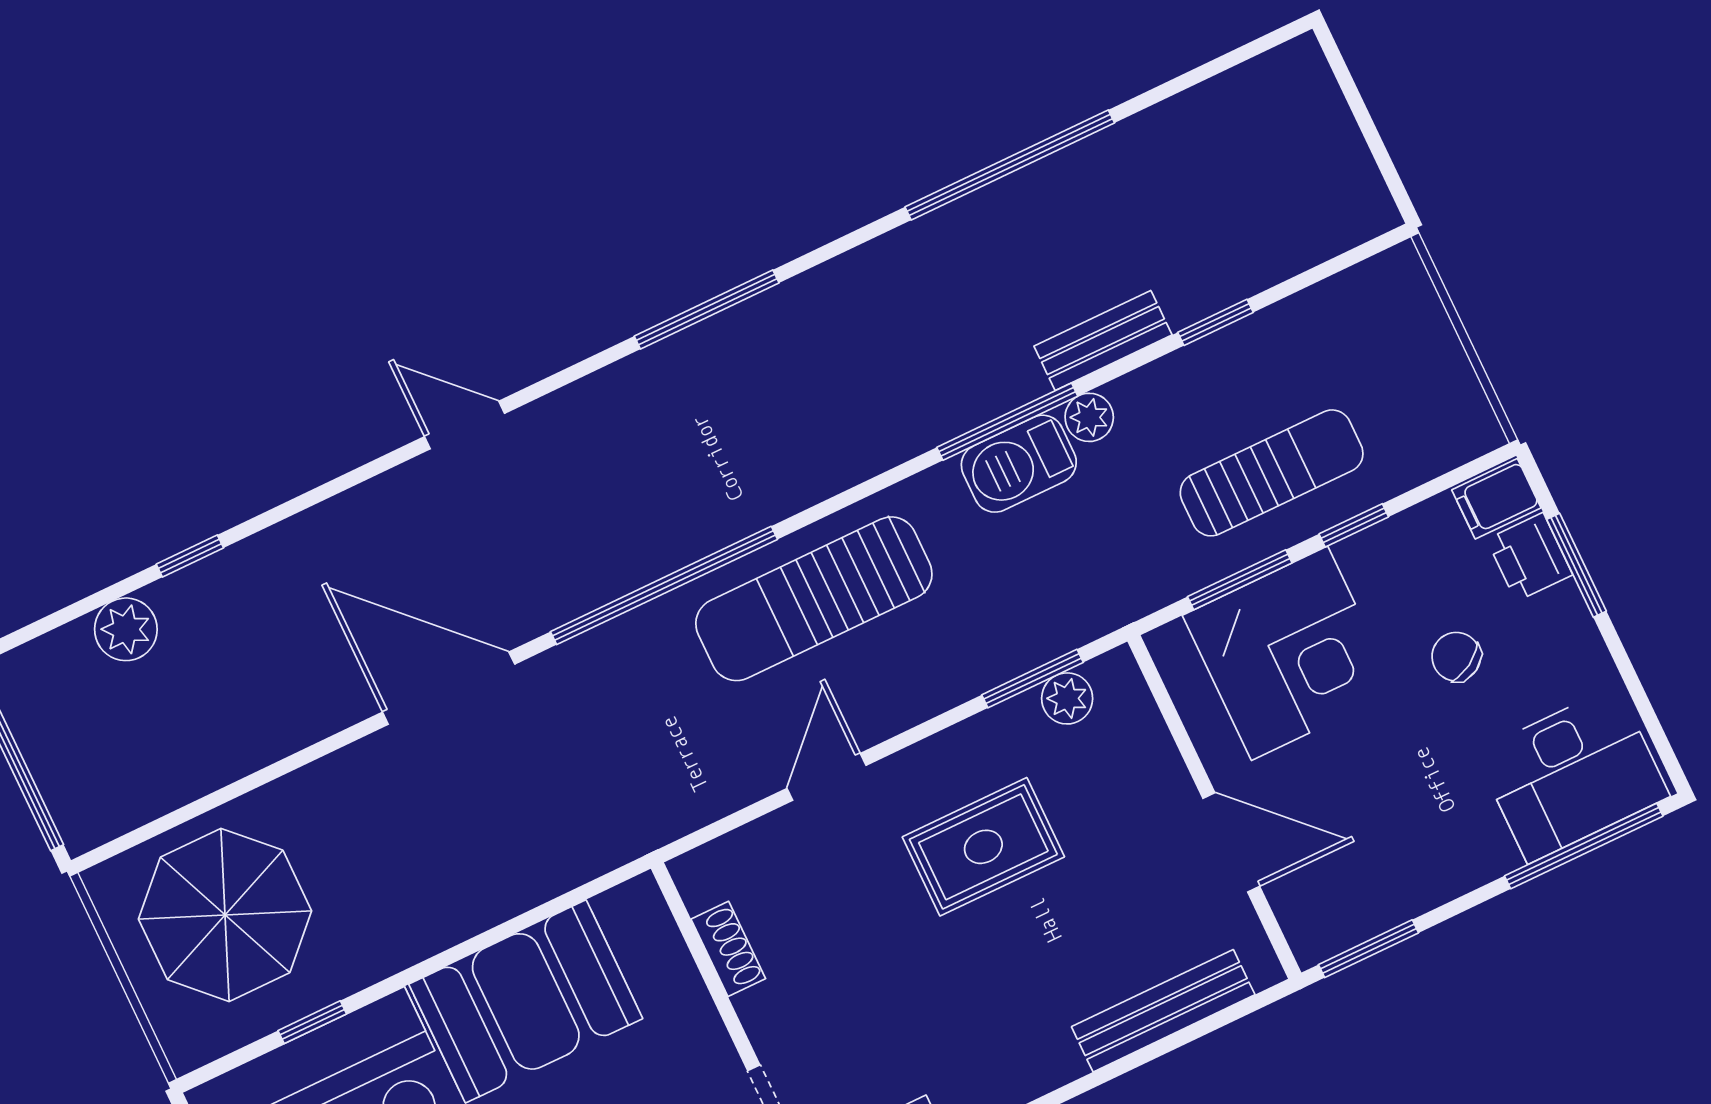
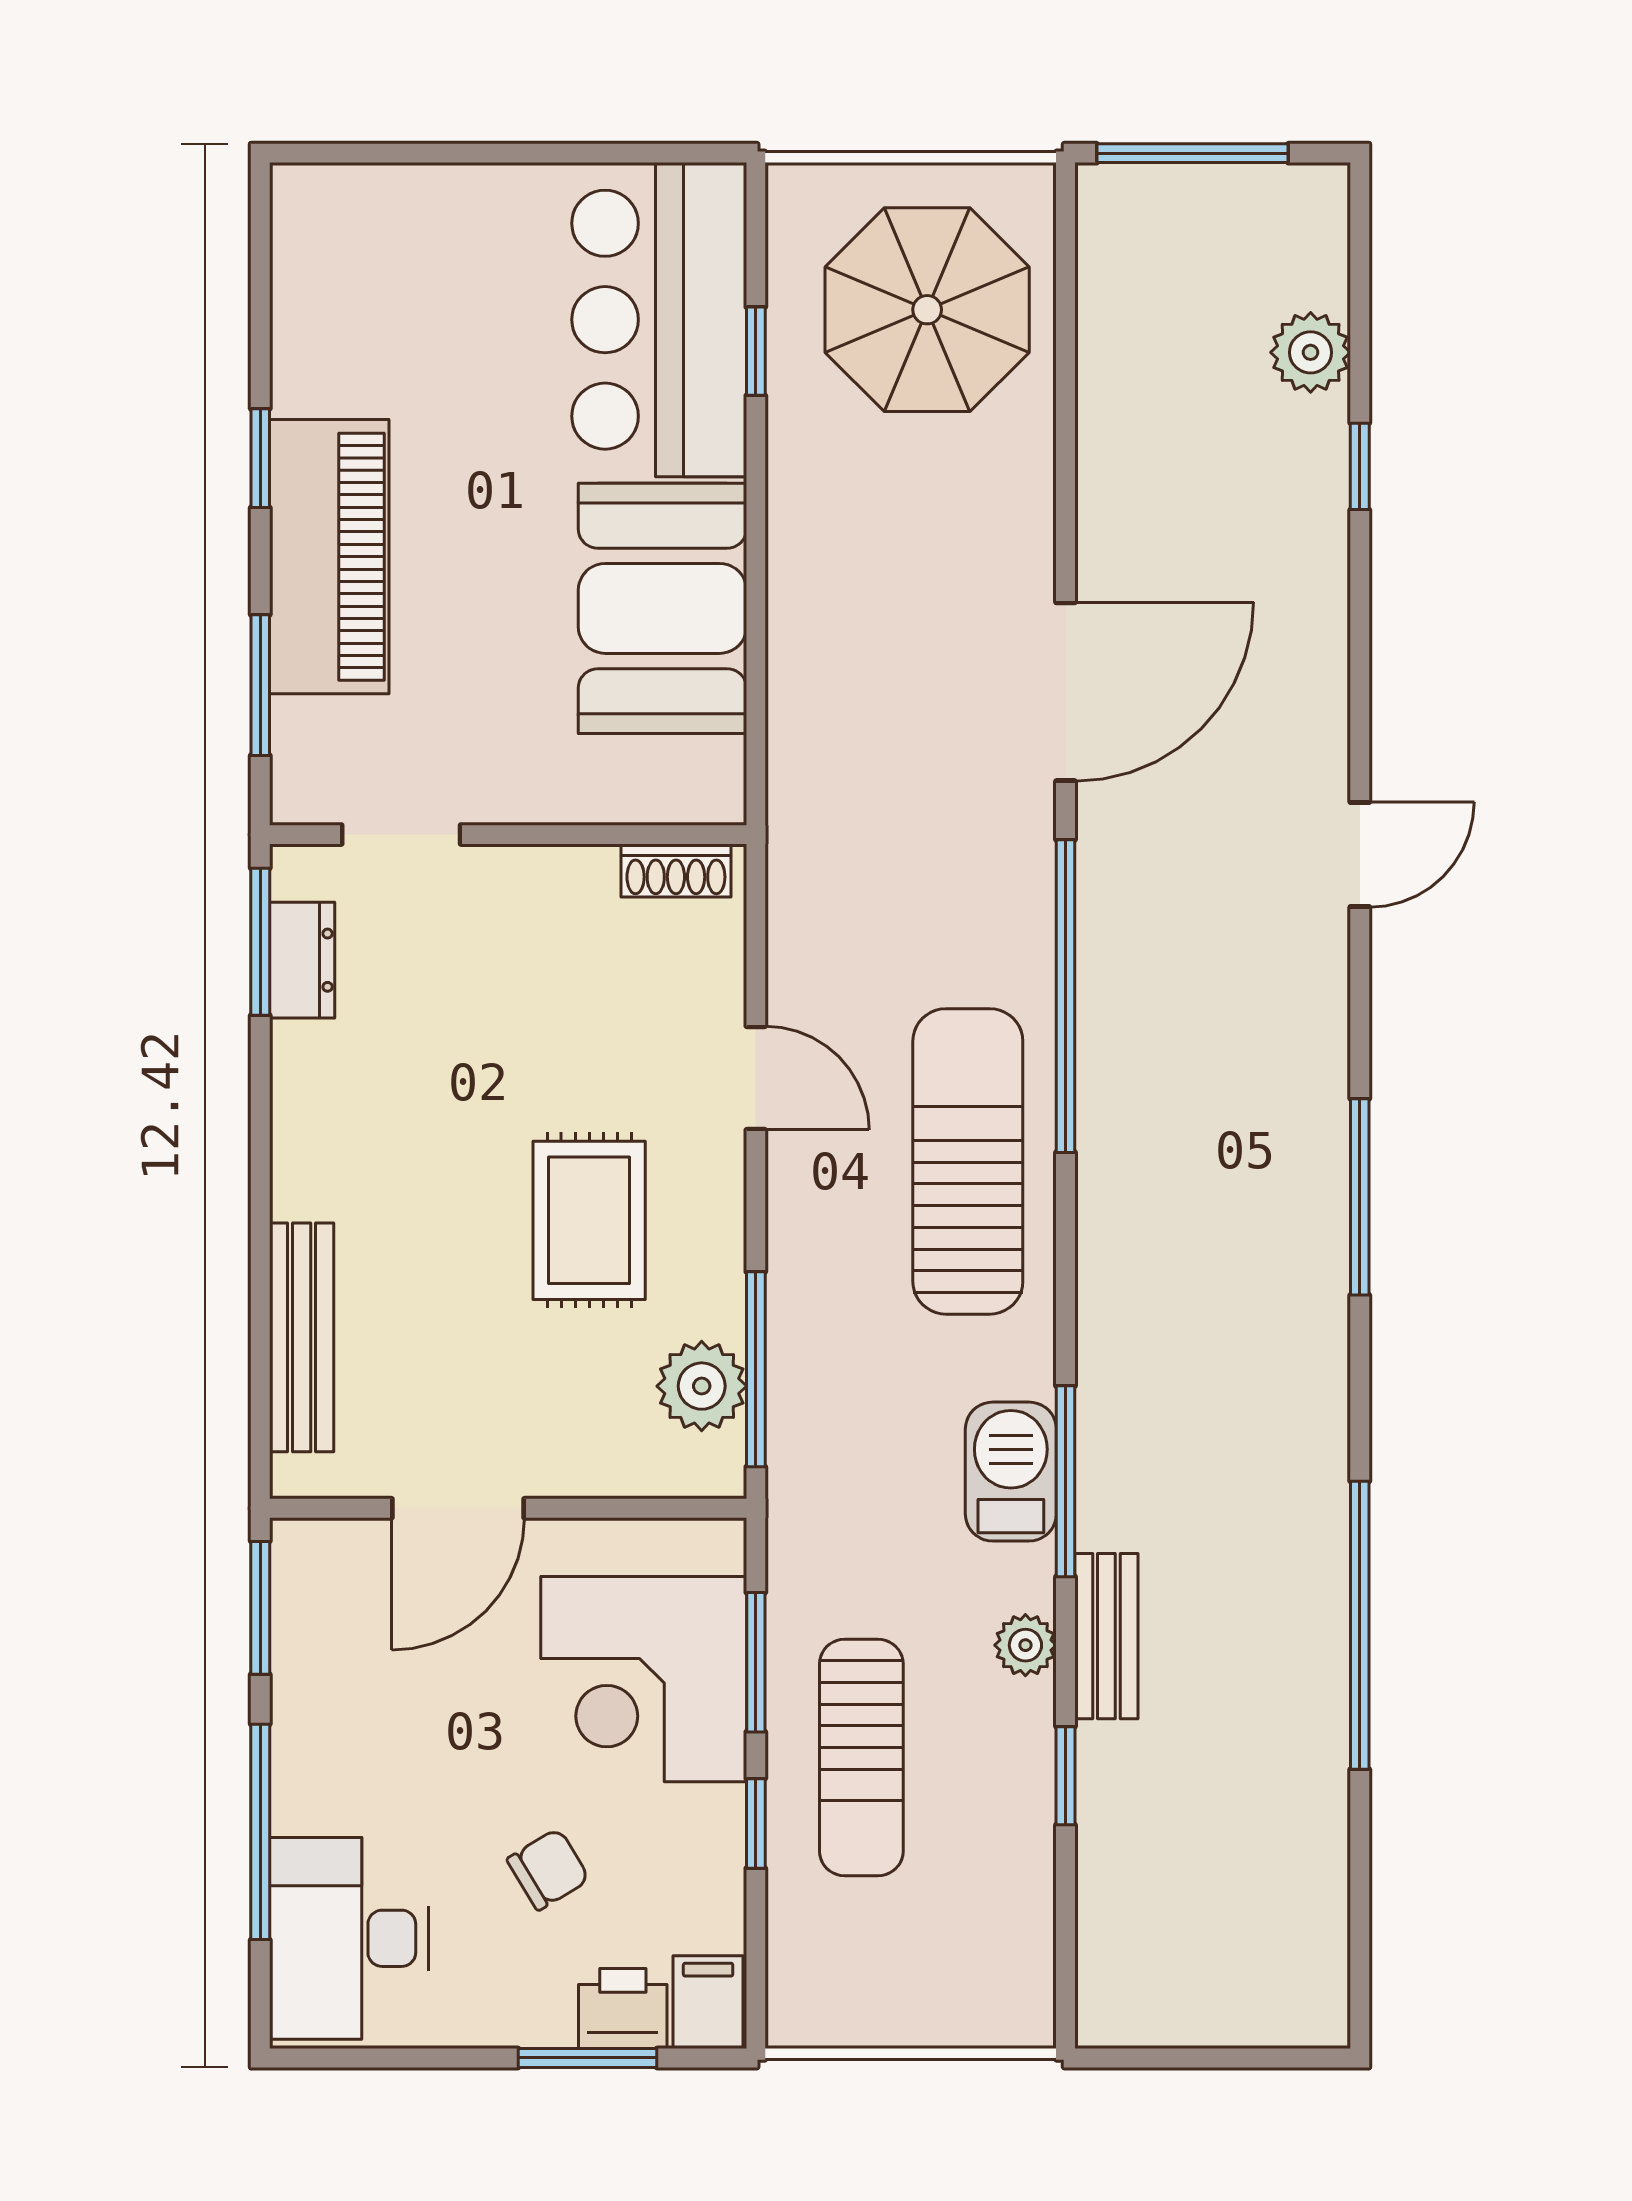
plant: (1089, 417) -> (1025, 1645), moved
window: (1032, 679) -> (756, 1369), width x1.44
plant: (1067, 698) -> (702, 1386), width x1.38, depth x1.38
window: (1584, 846) -> (260, 1832), moved
shoe rack: (728, 949) -> (676, 871), moved

